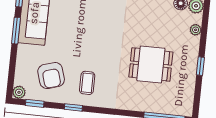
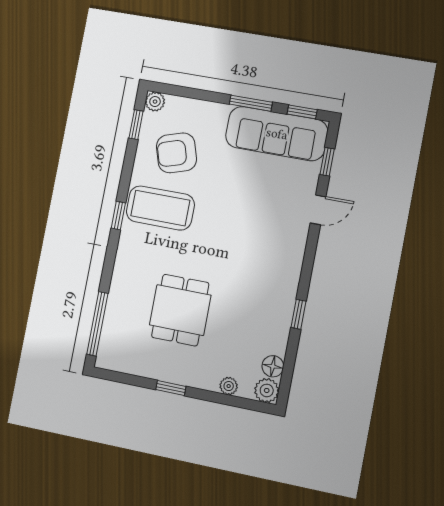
coffee table: (87, 83) -> (160, 208), width x1.86, depth x1.72
window: (73, 107) -> (118, 216), moved

